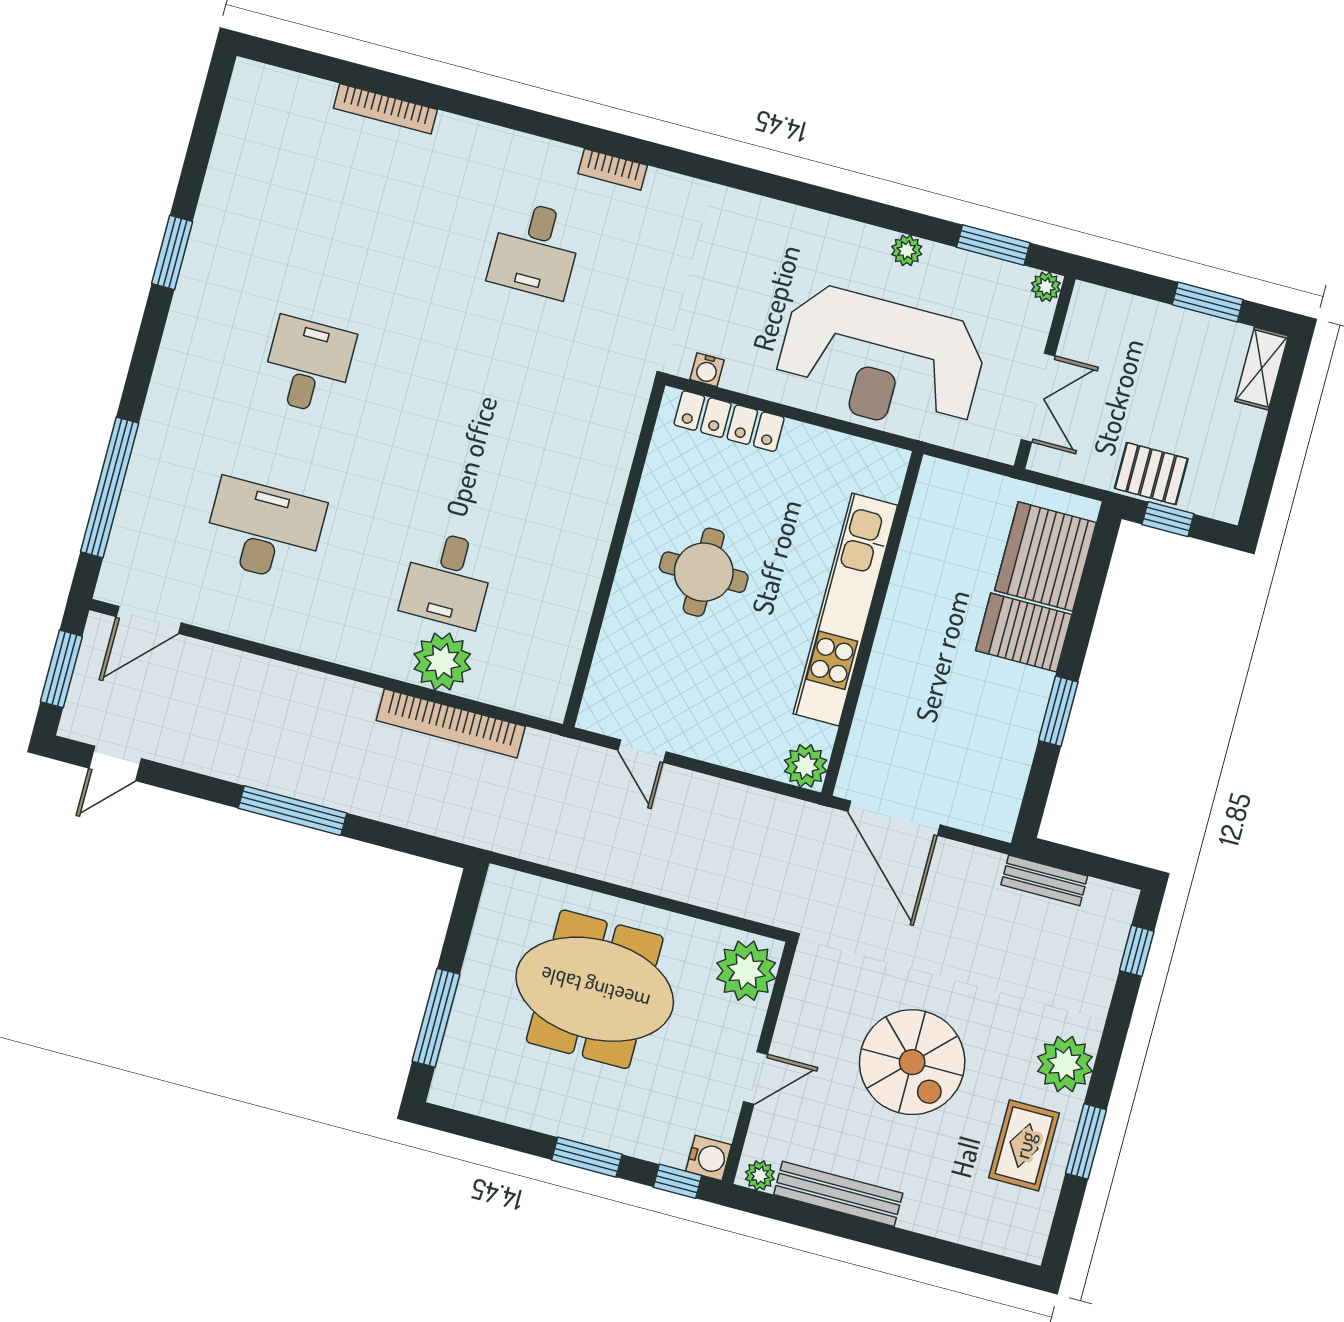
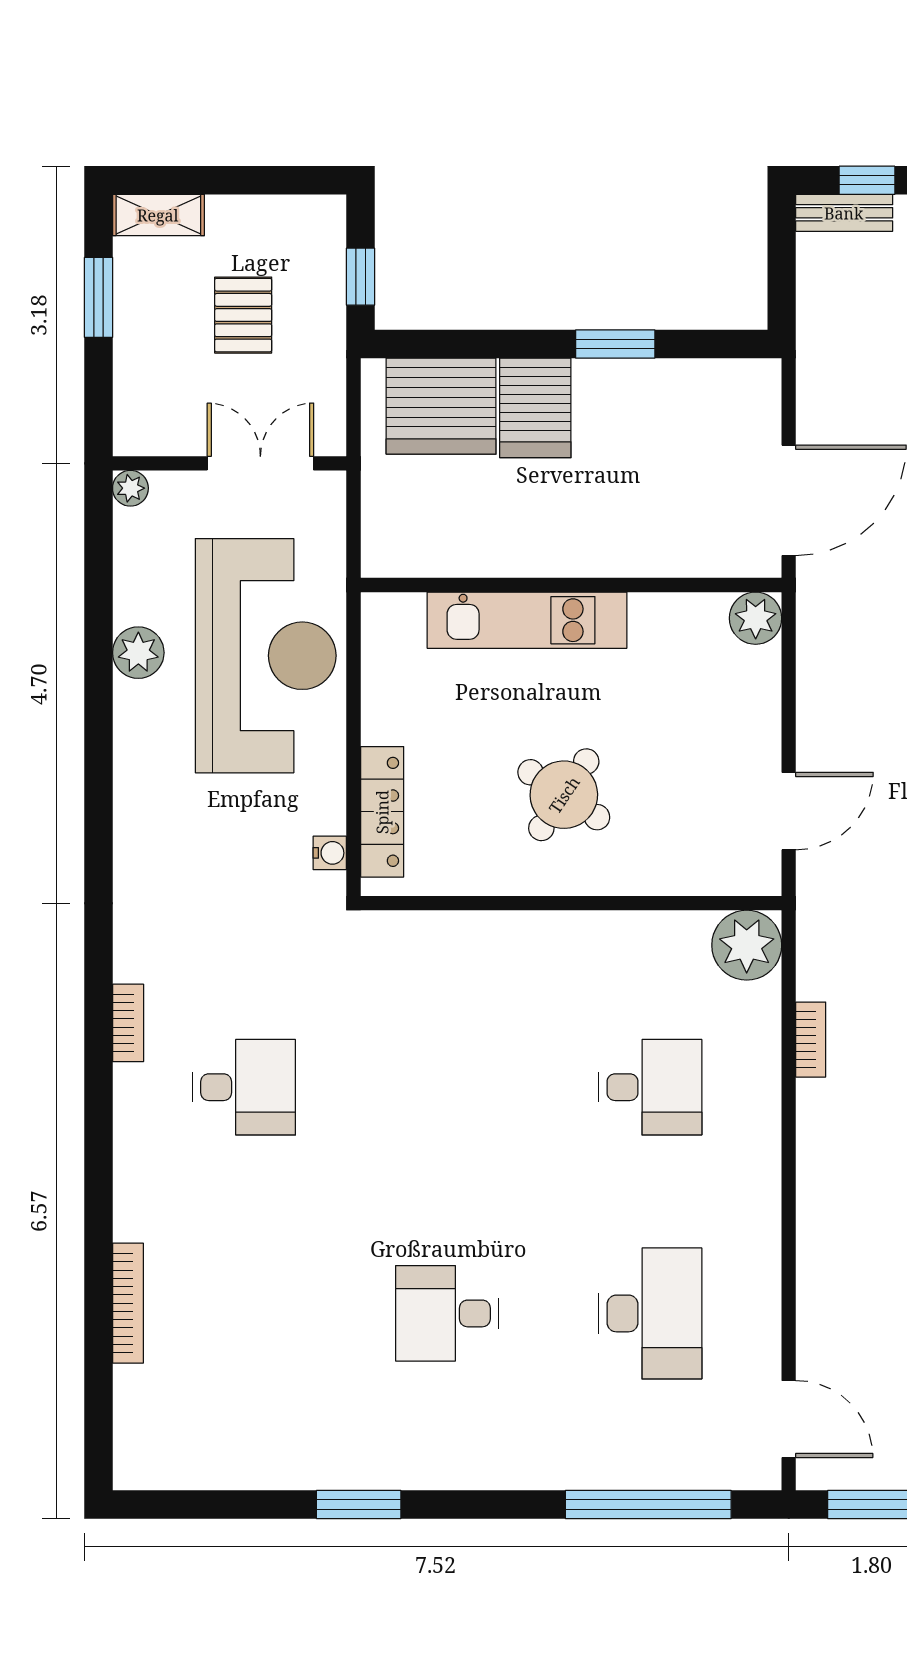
window: (993, 245) -> (98, 562), removed
plant: (907, 250) -> (138, 653), width x1.38, depth x1.38
pallet: (1151, 474) -> (243, 315), moved
desk: (264, 530) -> (650, 1313), turned 180
round table: (704, 572) -> (564, 795), turned 34
kitchen unit: (845, 609) -> (527, 620), width x0.73
plant: (442, 662) -> (747, 945), moved
bookcase: (451, 723) -> (811, 1040), width x0.43, depth x0.76
door: (642, 751) -> (789, 811), width x1.38
bench: (1044, 880) -> (844, 213), moved, turned 90

